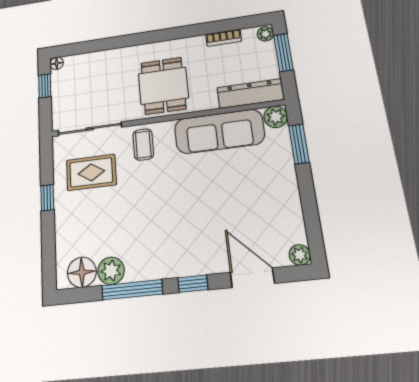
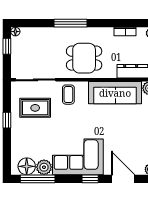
window: (138, 39) -> (70, 23), added
dining table: (163, 86) -> (84, 58), turned 90
corner sofa: (168, 246) -> (78, 157), added
window: (132, 290) -> (38, 179), moved

